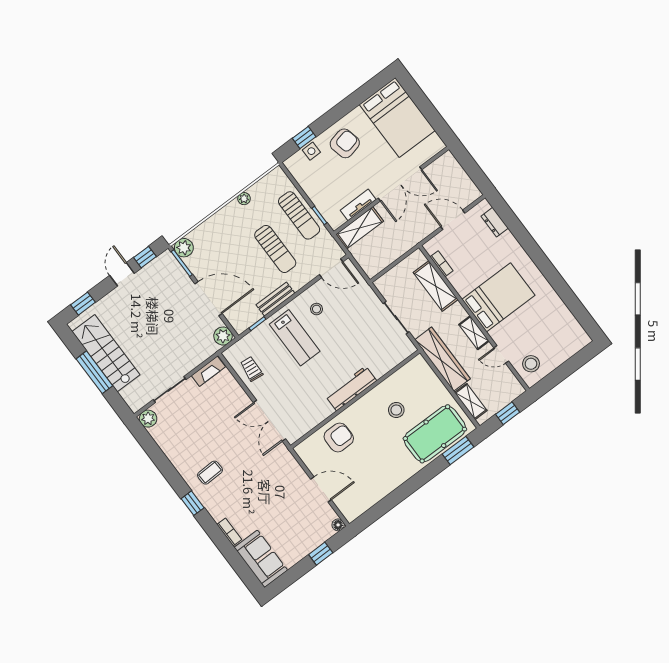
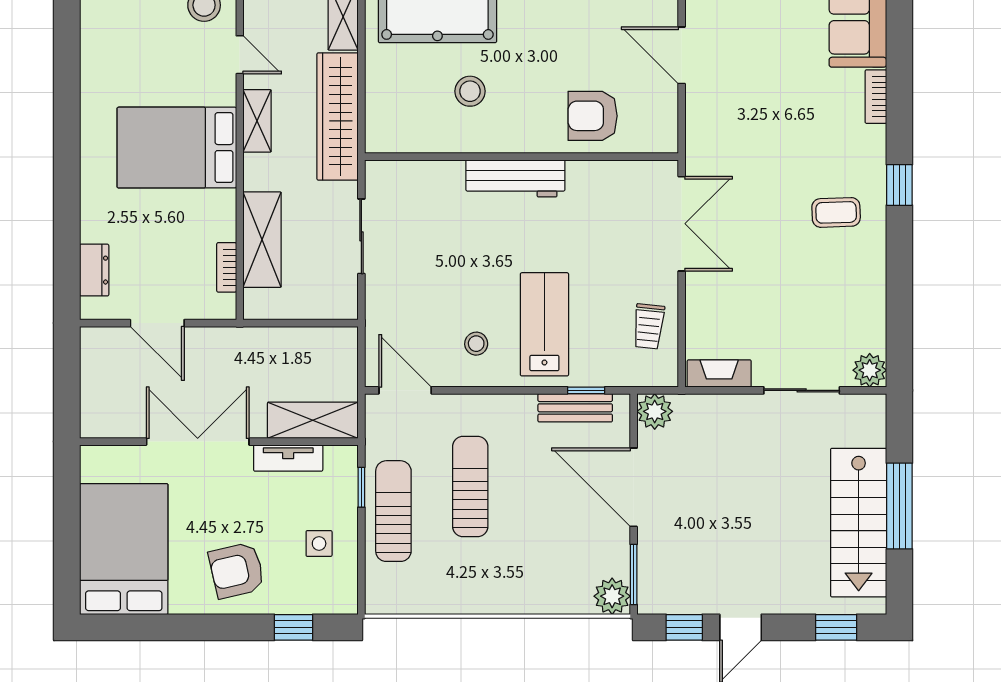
side table: (311, 151) -> (319, 544), moved
plant: (244, 199) -> (460, 602), removed
bench: (275, 299) -> (575, 408), moved

